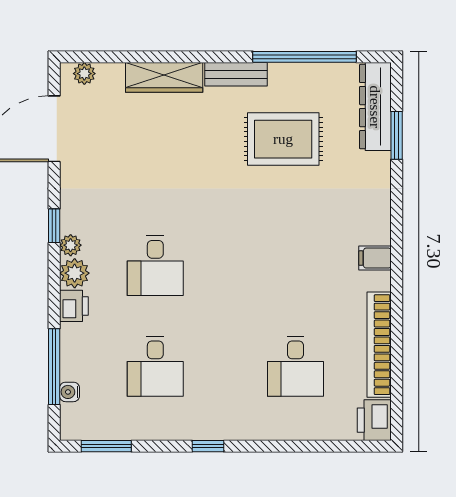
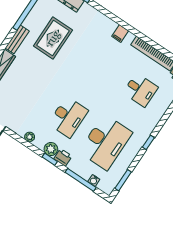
window: (54, 226) -> (50, 159), moved
plant: (71, 245) -> (30, 137), moved
desk: (155, 266) -> (68, 117), width x1.37
desk: (155, 366) -> (106, 142), width x1.87, depth x1.30

